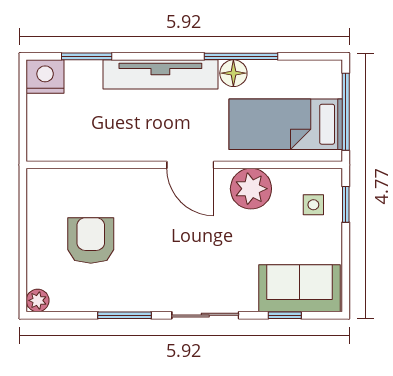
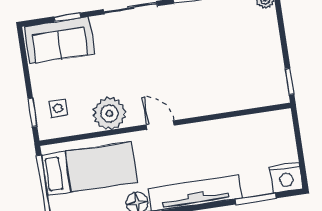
door: (190, 165) -> (160, 125), width x0.73
window: (23, 195) -> (290, 81), added
armchair: (91, 240) -> (230, 53), removed

